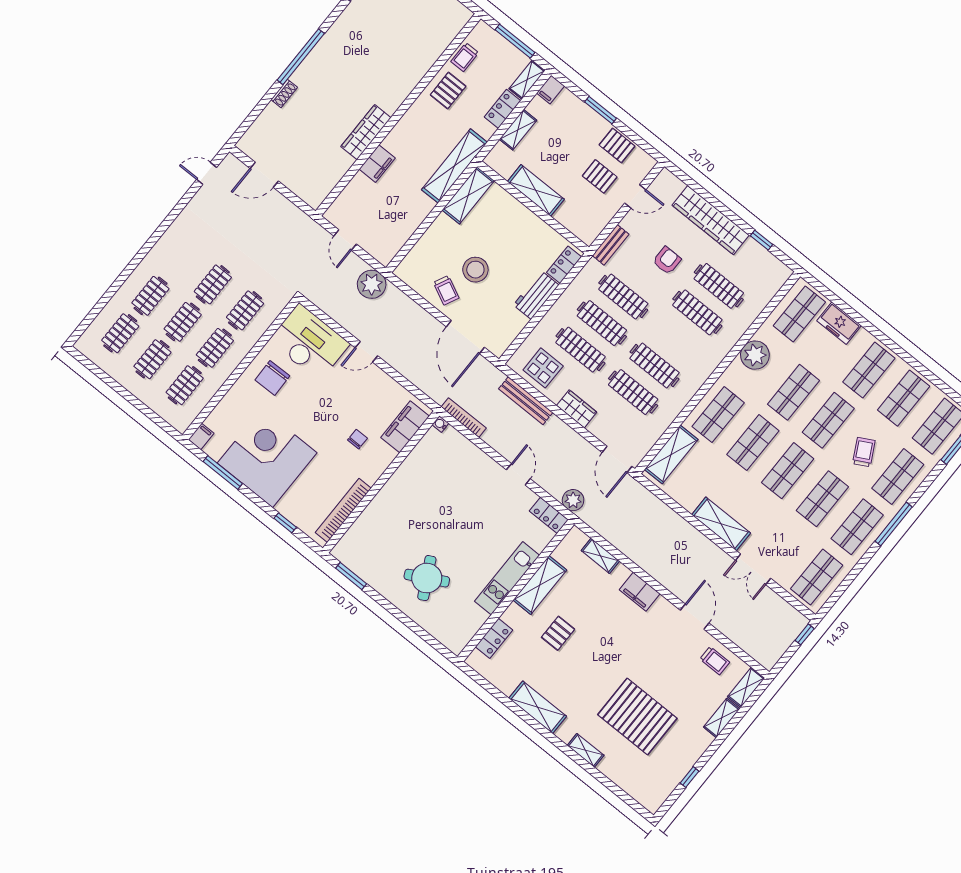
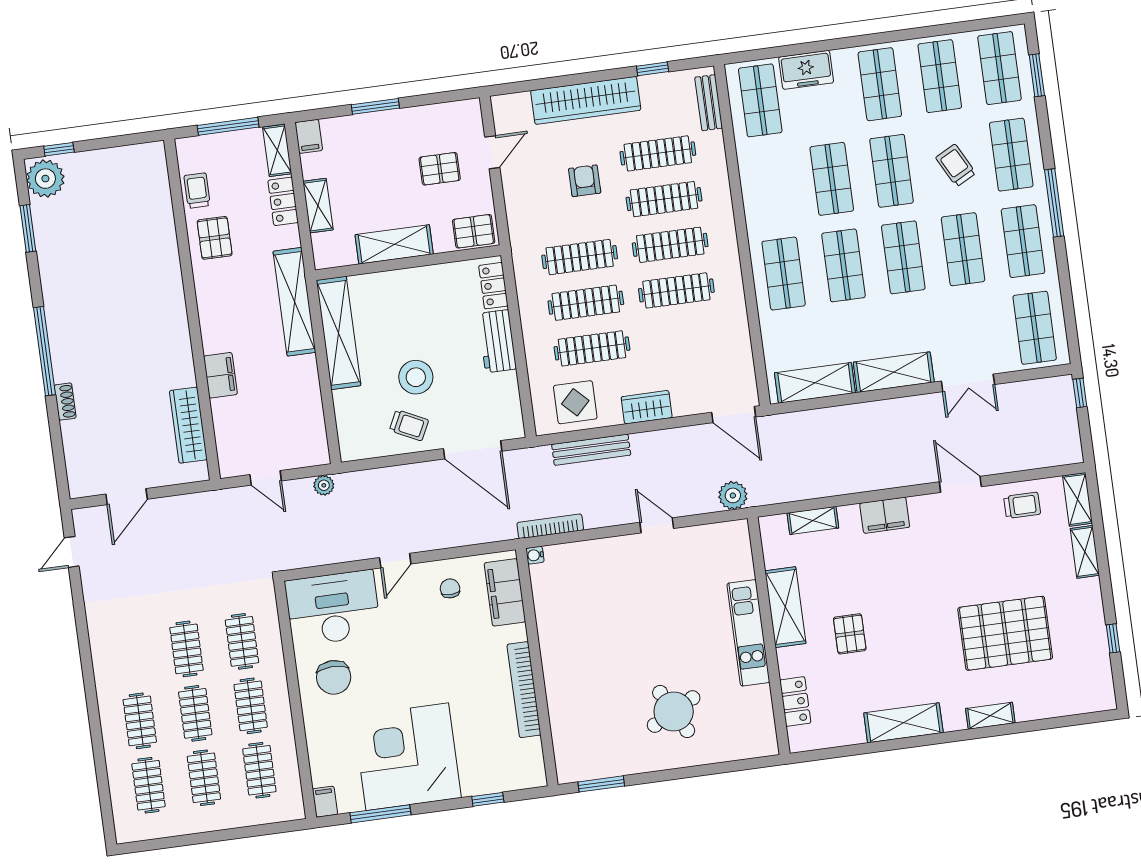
trolley: (465, 57) -> (197, 191), turned 180
wardrobe: (366, 132) -> (188, 425), moved
pallet: (617, 146) -> (474, 231), moved
shelving: (468, 195) -> (339, 333), width x1.47
bench: (611, 245) -> (709, 103), moved
plant: (372, 284) -> (324, 485), width x0.53, depth x0.53
plant: (755, 355) -> (759, 182), removed
clothes rail: (633, 392) -> (670, 245), moved
chair: (358, 439) -> (450, 588), moved
shelving: (671, 454) -> (815, 383), moved, turned 90
bookcase: (343, 510) -> (524, 690), moved
locker: (549, 515) -> (725, 533), removed

